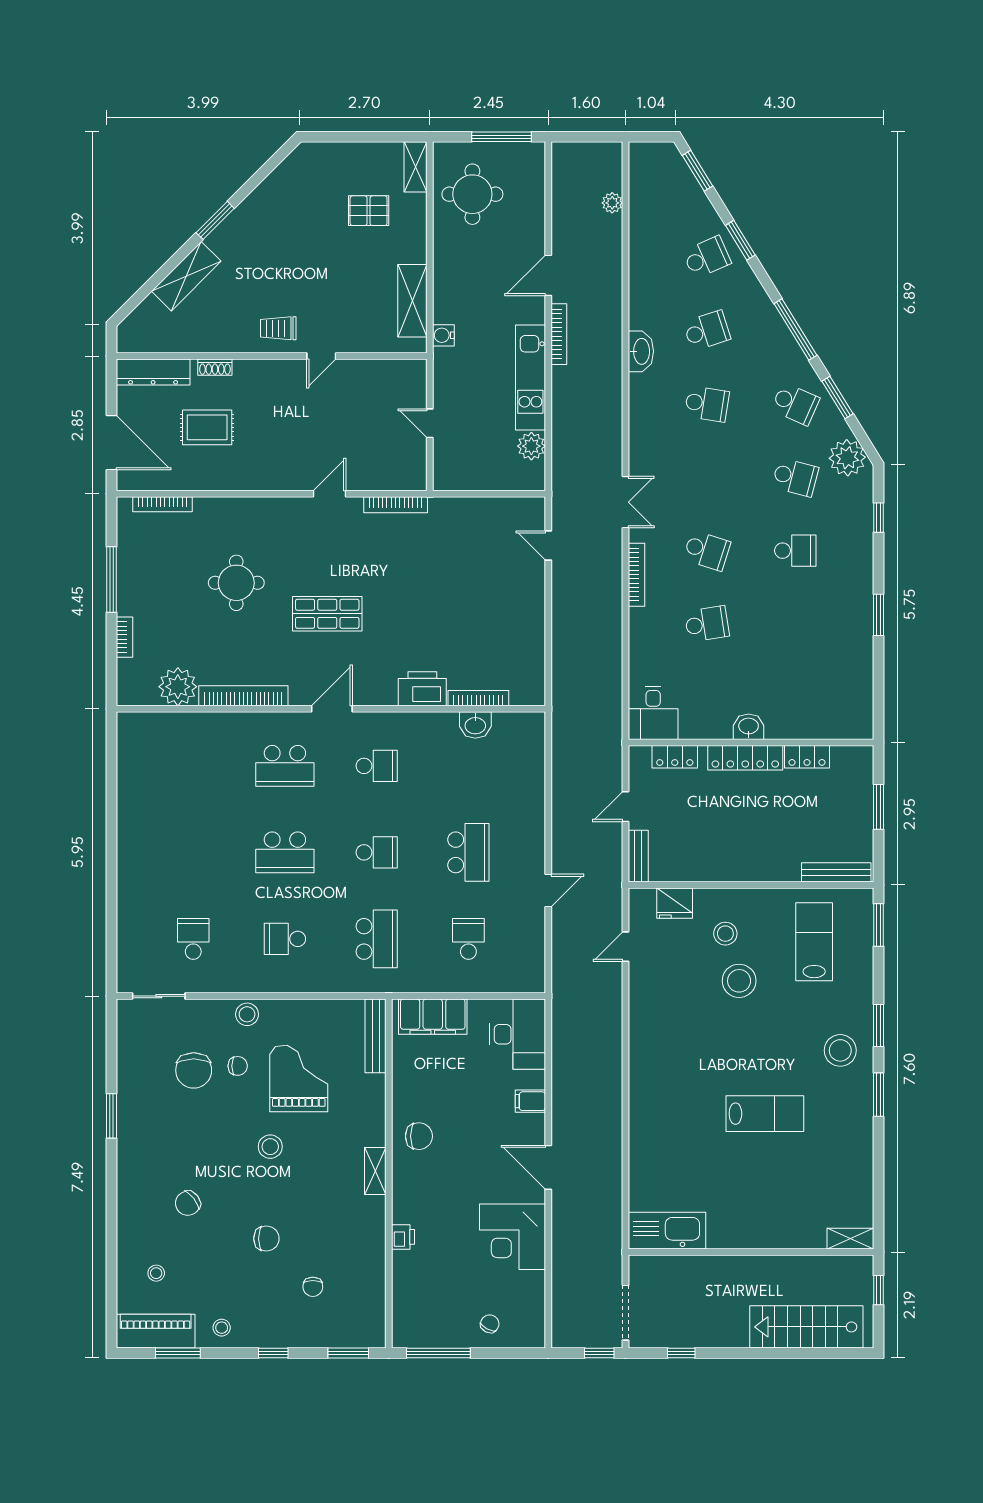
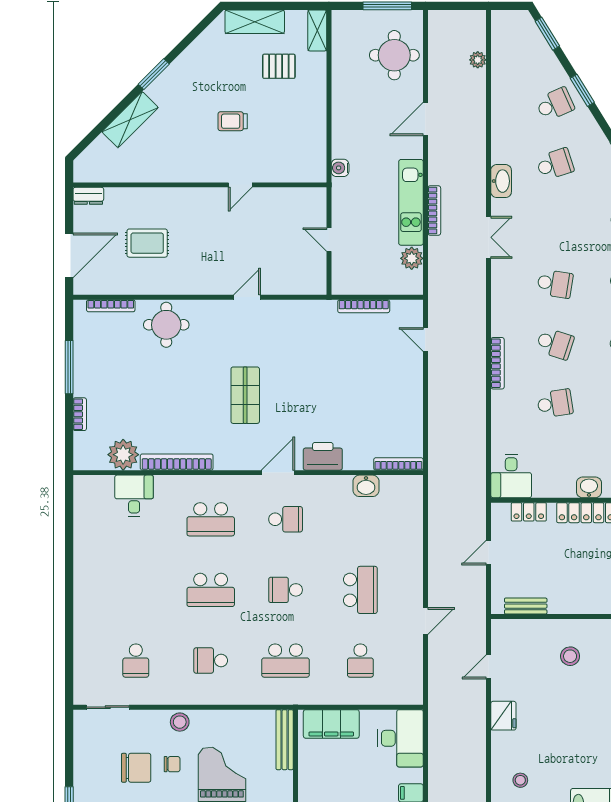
round table: (472, 194) -> (394, 55), moved
shelving: (412, 301) -> (255, 22), moved, turned 90
trolley: (278, 328) -> (233, 121), moved
bookcase: (559, 334) -> (434, 211), moved
shoe rack: (215, 367) -> (154, 194), removed
dresser: (153, 372) -> (88, 196), width x0.51, depth x0.80
school desk: (707, 404) -> (555, 284), moved
door: (112, 443) -> (69, 255), hinge flipped
double door: (625, 502) -> (489, 237), moved
bookcase: (396, 505) -> (364, 306), moved
round table: (236, 583) -> (166, 325), moved
shop shelf: (327, 614) -> (245, 395), turned 90
bookcase: (478, 698) -> (398, 464), moved
door: (332, 709) -> (278, 473), moved
desk: (191, 737) -> (134, 496), added
school desk: (377, 852) -> (286, 590), turned 180
bench: (638, 856) -> (526, 606), moved, turned 90
fridge: (675, 903) -> (503, 716), moved, turned -90
school desk: (193, 939) -> (136, 661), turned 180
school desk: (377, 939) -> (286, 661), turned 90
school desk: (468, 939) -> (360, 661), turned 180
stool: (739, 981) -> (520, 780), moved, width x0.53, depth x0.53
chair: (194, 1070) -> (136, 768), turned -90

